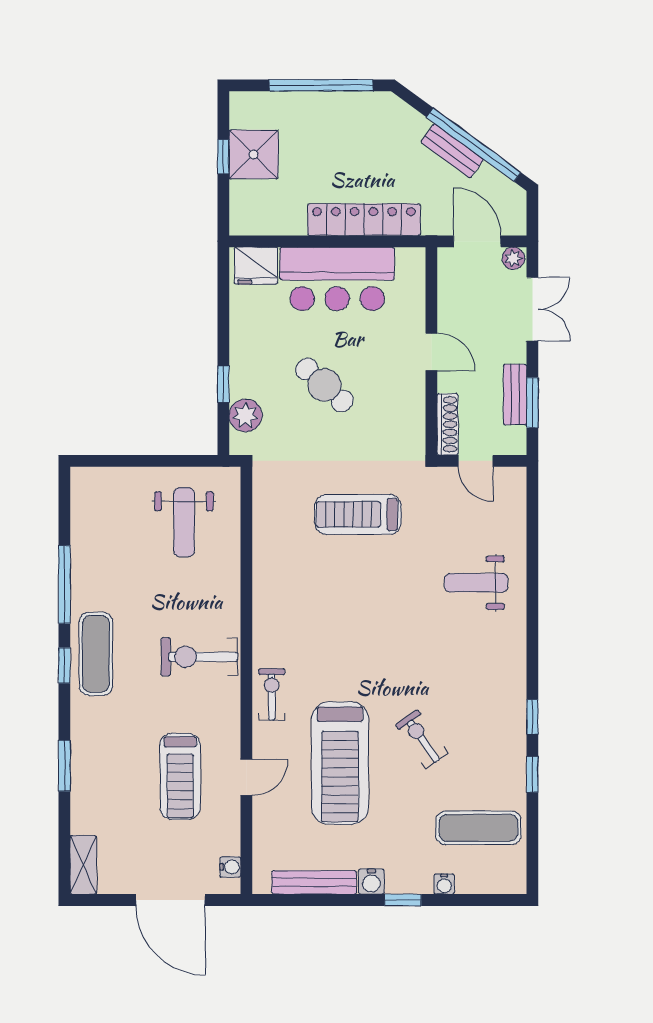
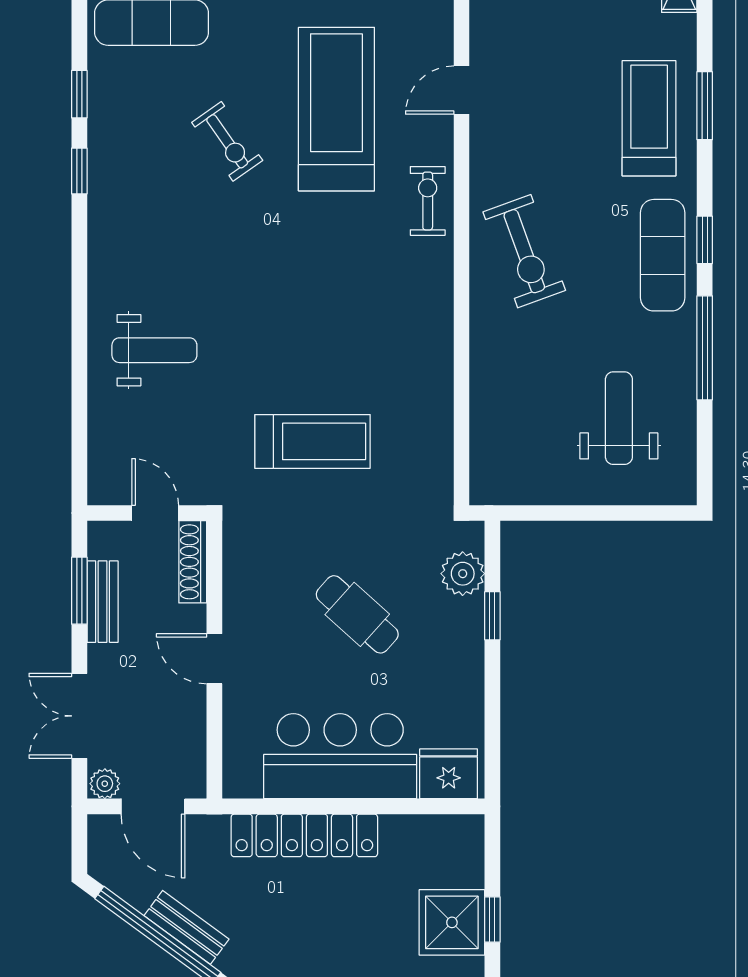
weight bench: (184, 522) -> (619, 418), moved
exercise bike: (199, 657) -> (524, 251), turned 70
exercise bike: (272, 694) -> (428, 201), turned 180
treadmill: (180, 776) -> (649, 118), moved

